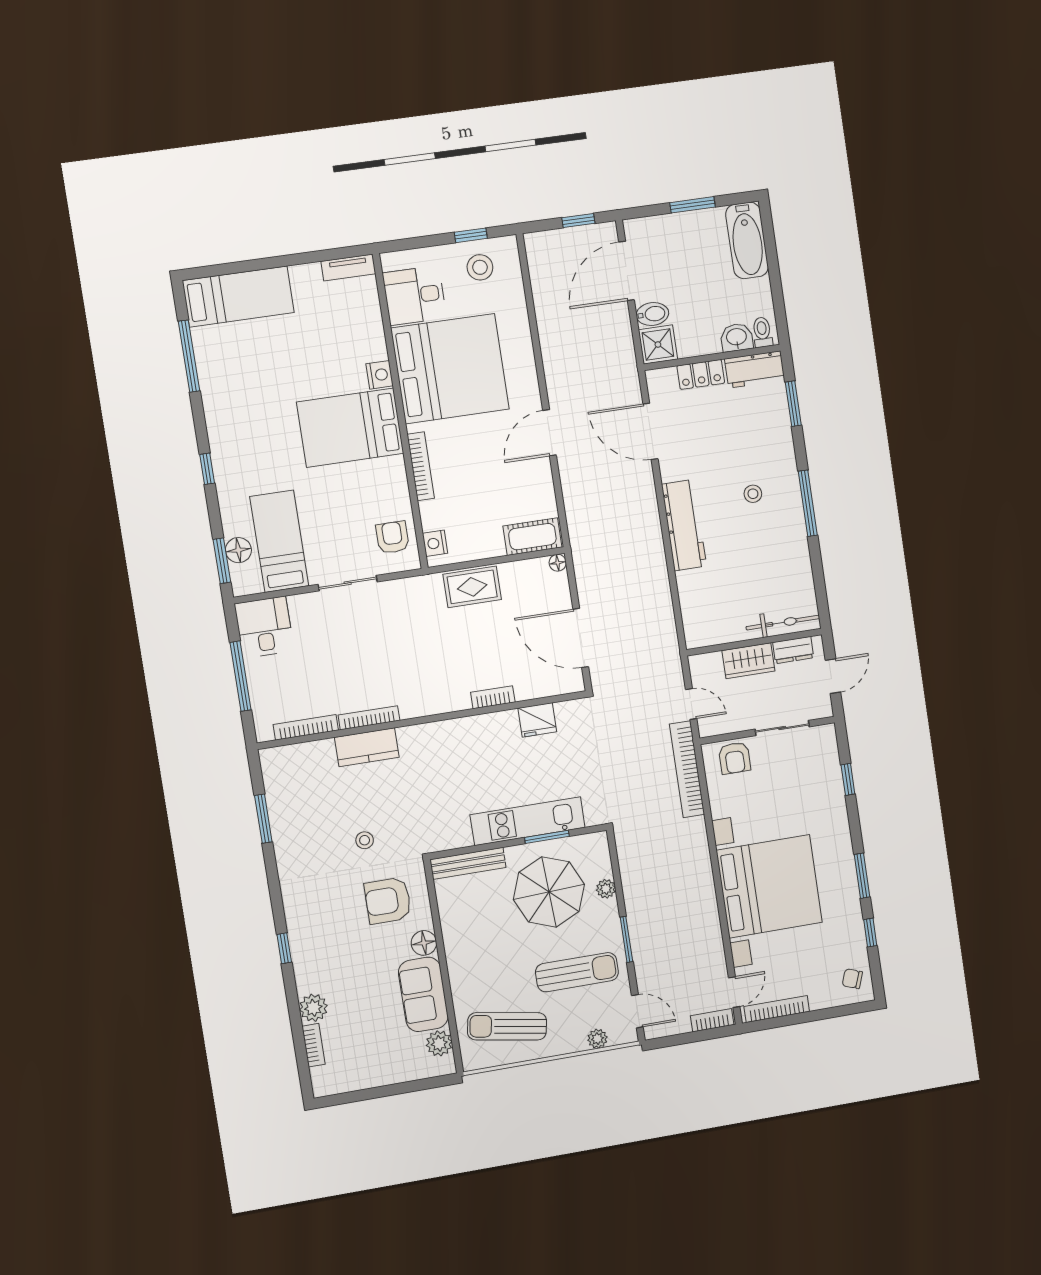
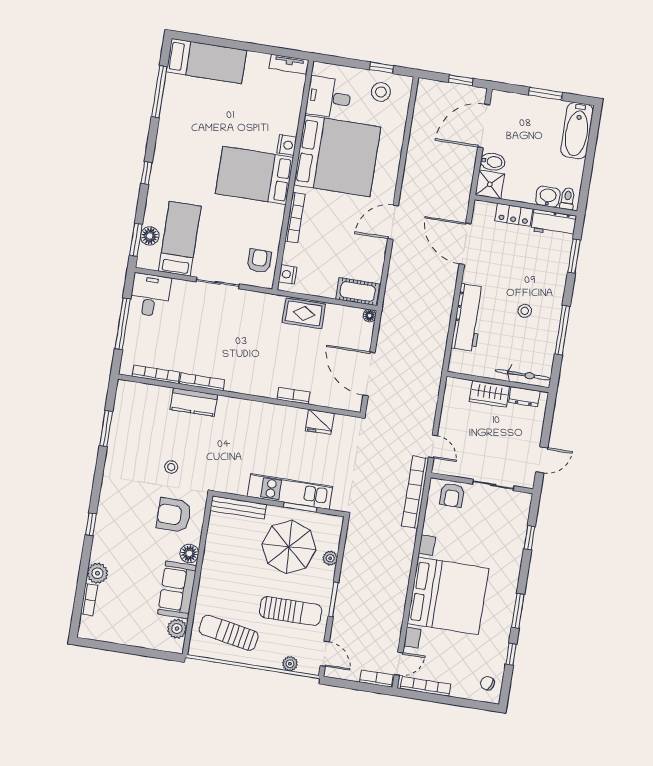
bicycle: (783, 623) -> (523, 375), moved
wall: (754, 642) -> (498, 382), moved
dresser: (793, 650) -> (524, 397), moved
wardrobe: (748, 661) -> (489, 394), moved

